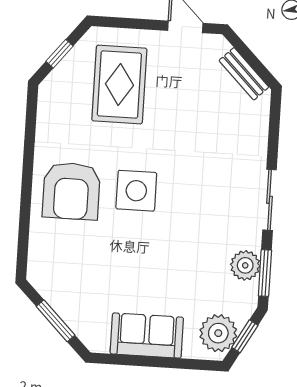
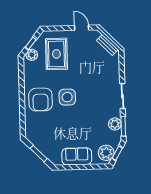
plant: (60, 82) -> (32, 55), added

